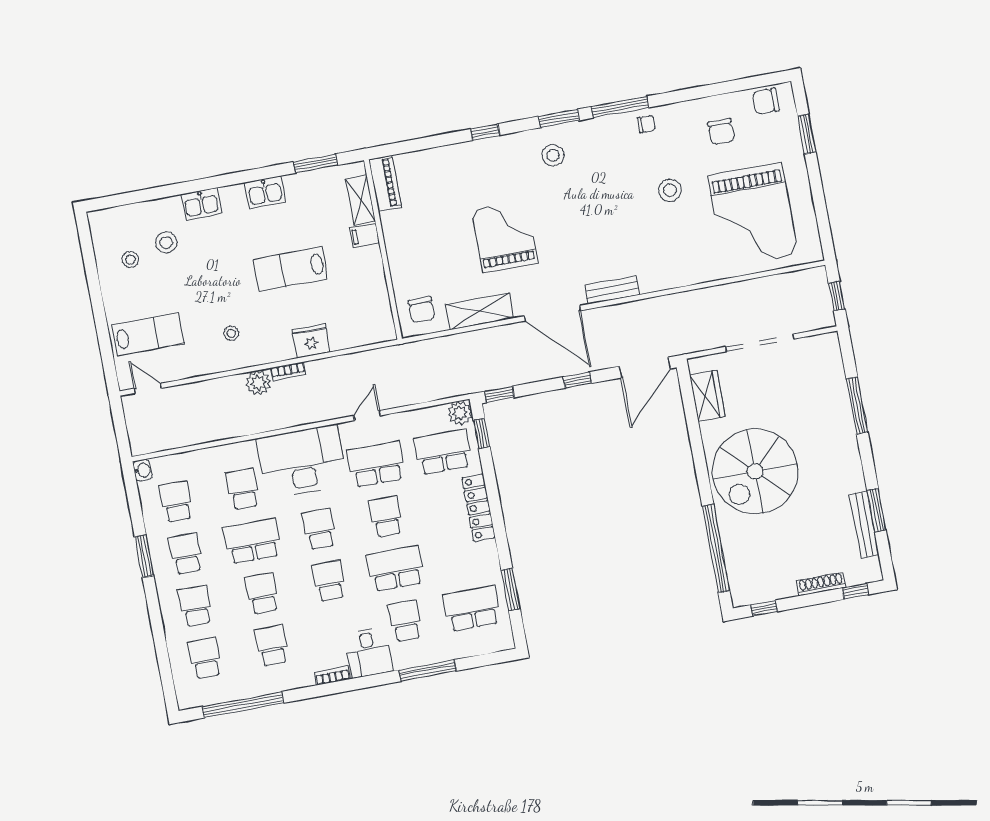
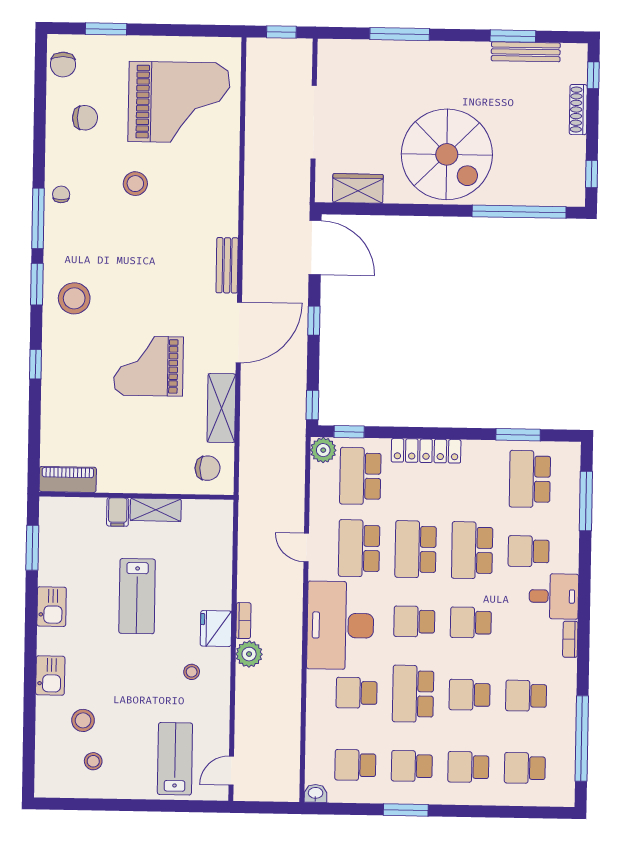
stool: (553, 155) -> (74, 298), width x1.38, depth x1.38
shelving: (361, 200) -> (156, 510), moved
fridge: (311, 341) -> (216, 629), moved
school desk: (386, 516) -> (416, 549), width x1.85
window: (428, 671) -> (586, 501), moved

